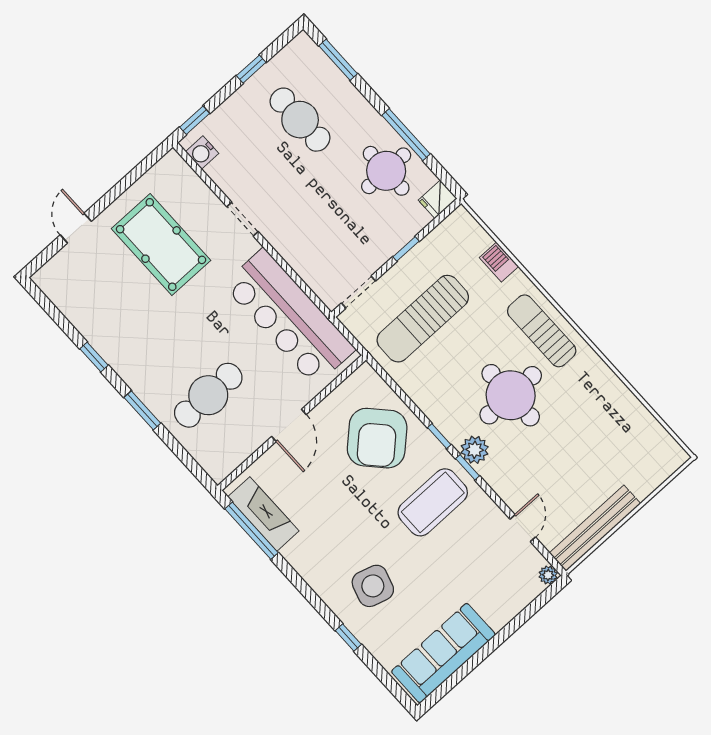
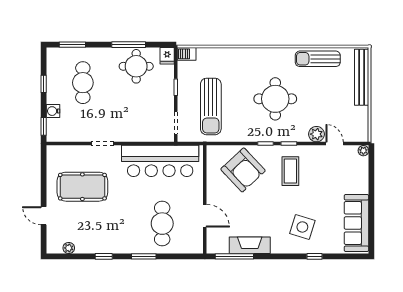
cafe table: (300, 120) -> (83, 83), turned 90
water cooler: (202, 153) -> (53, 111), moved, turned 90
barbecue: (499, 262) -> (187, 54), moved
plant: (63, 300) -> (69, 248), added
sun lounger: (542, 331) -> (318, 59), moved
door: (289, 425) -> (205, 216), moved
plant: (475, 450) -> (316, 134), moved
coffee table: (433, 502) -> (290, 171), width x0.73, depth x0.76
fireplace: (263, 514) -> (250, 245), moved
bench: (595, 528) -> (362, 77), moved

